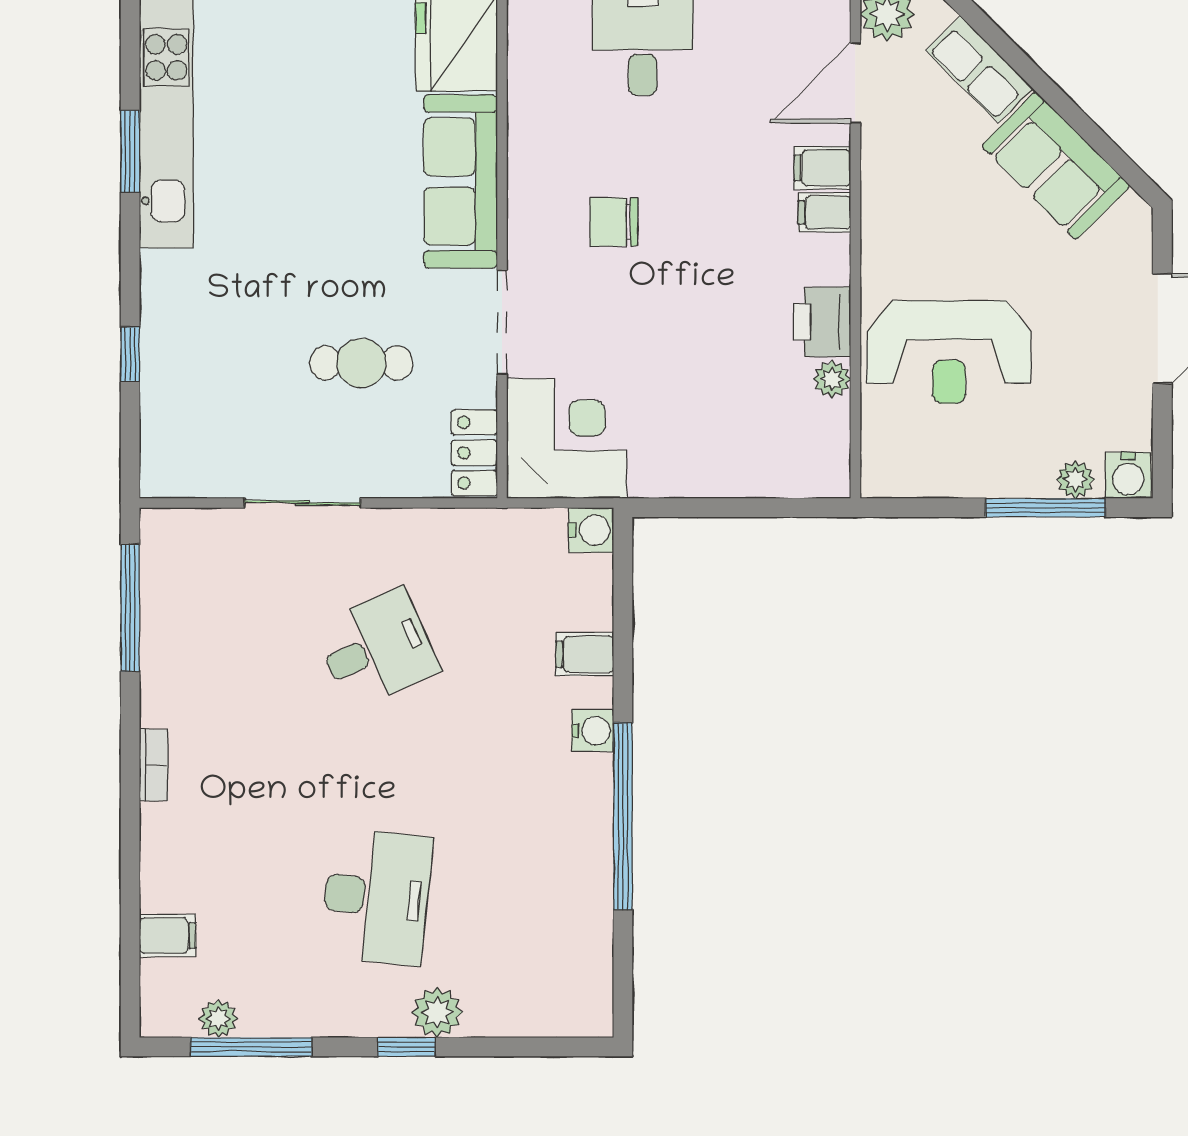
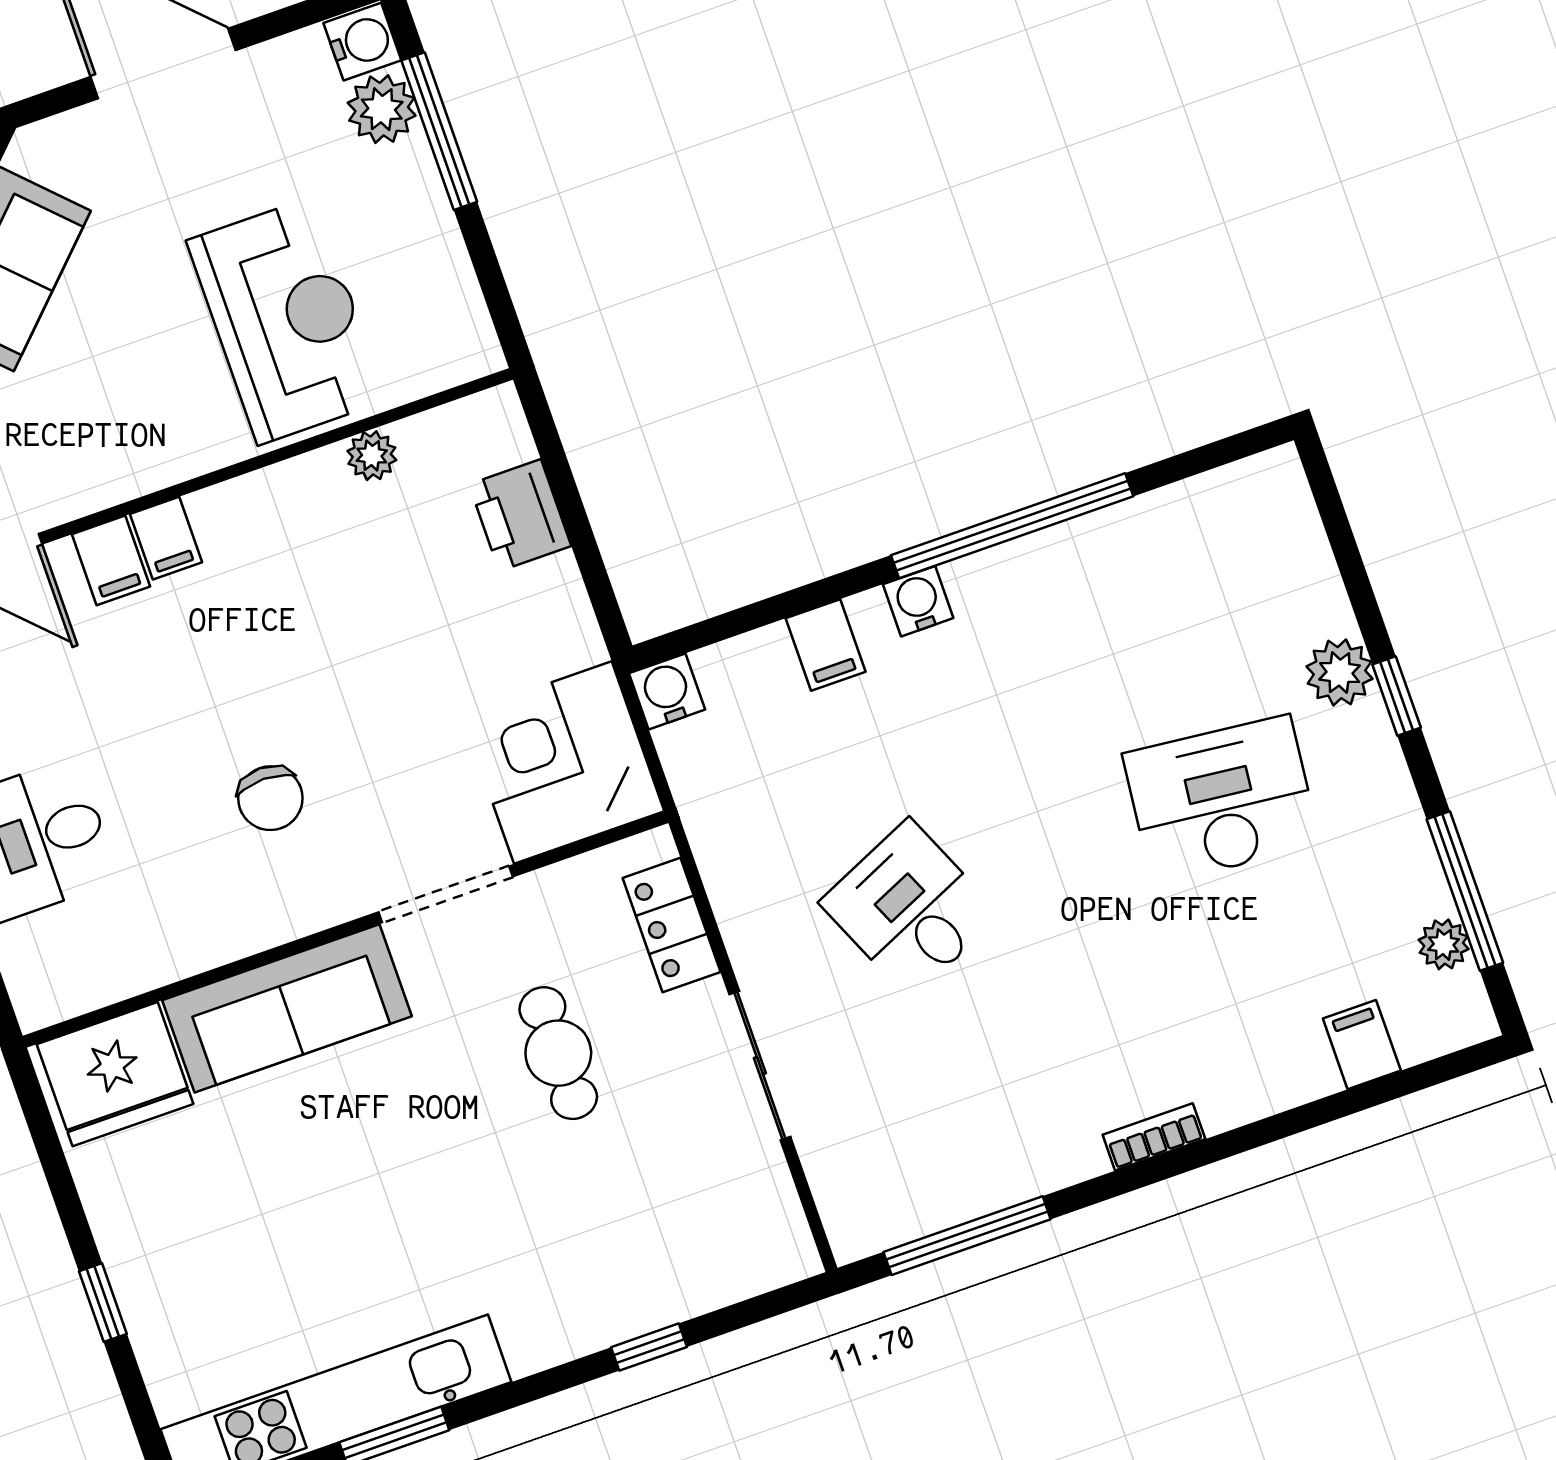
printer: (822, 322) -> (520, 515), moved, turned 90
locker: (474, 453) -> (672, 925), moved, turned 90
plant: (1075, 479) -> (382, 109), width x1.38, depth x1.38

